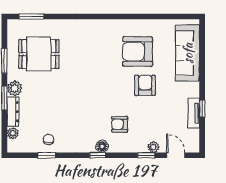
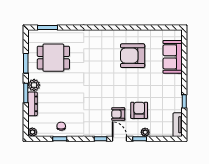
sofa: (188, 53) -> (173, 57), width x0.73
armchair: (145, 85) -> (139, 110), moved
tv unit: (194, 113) -> (178, 125), moved
plant: (13, 133) -> (32, 132), moved
floor lamp: (102, 146) -> (104, 132), removed
door: (176, 155) -> (120, 139), moved

